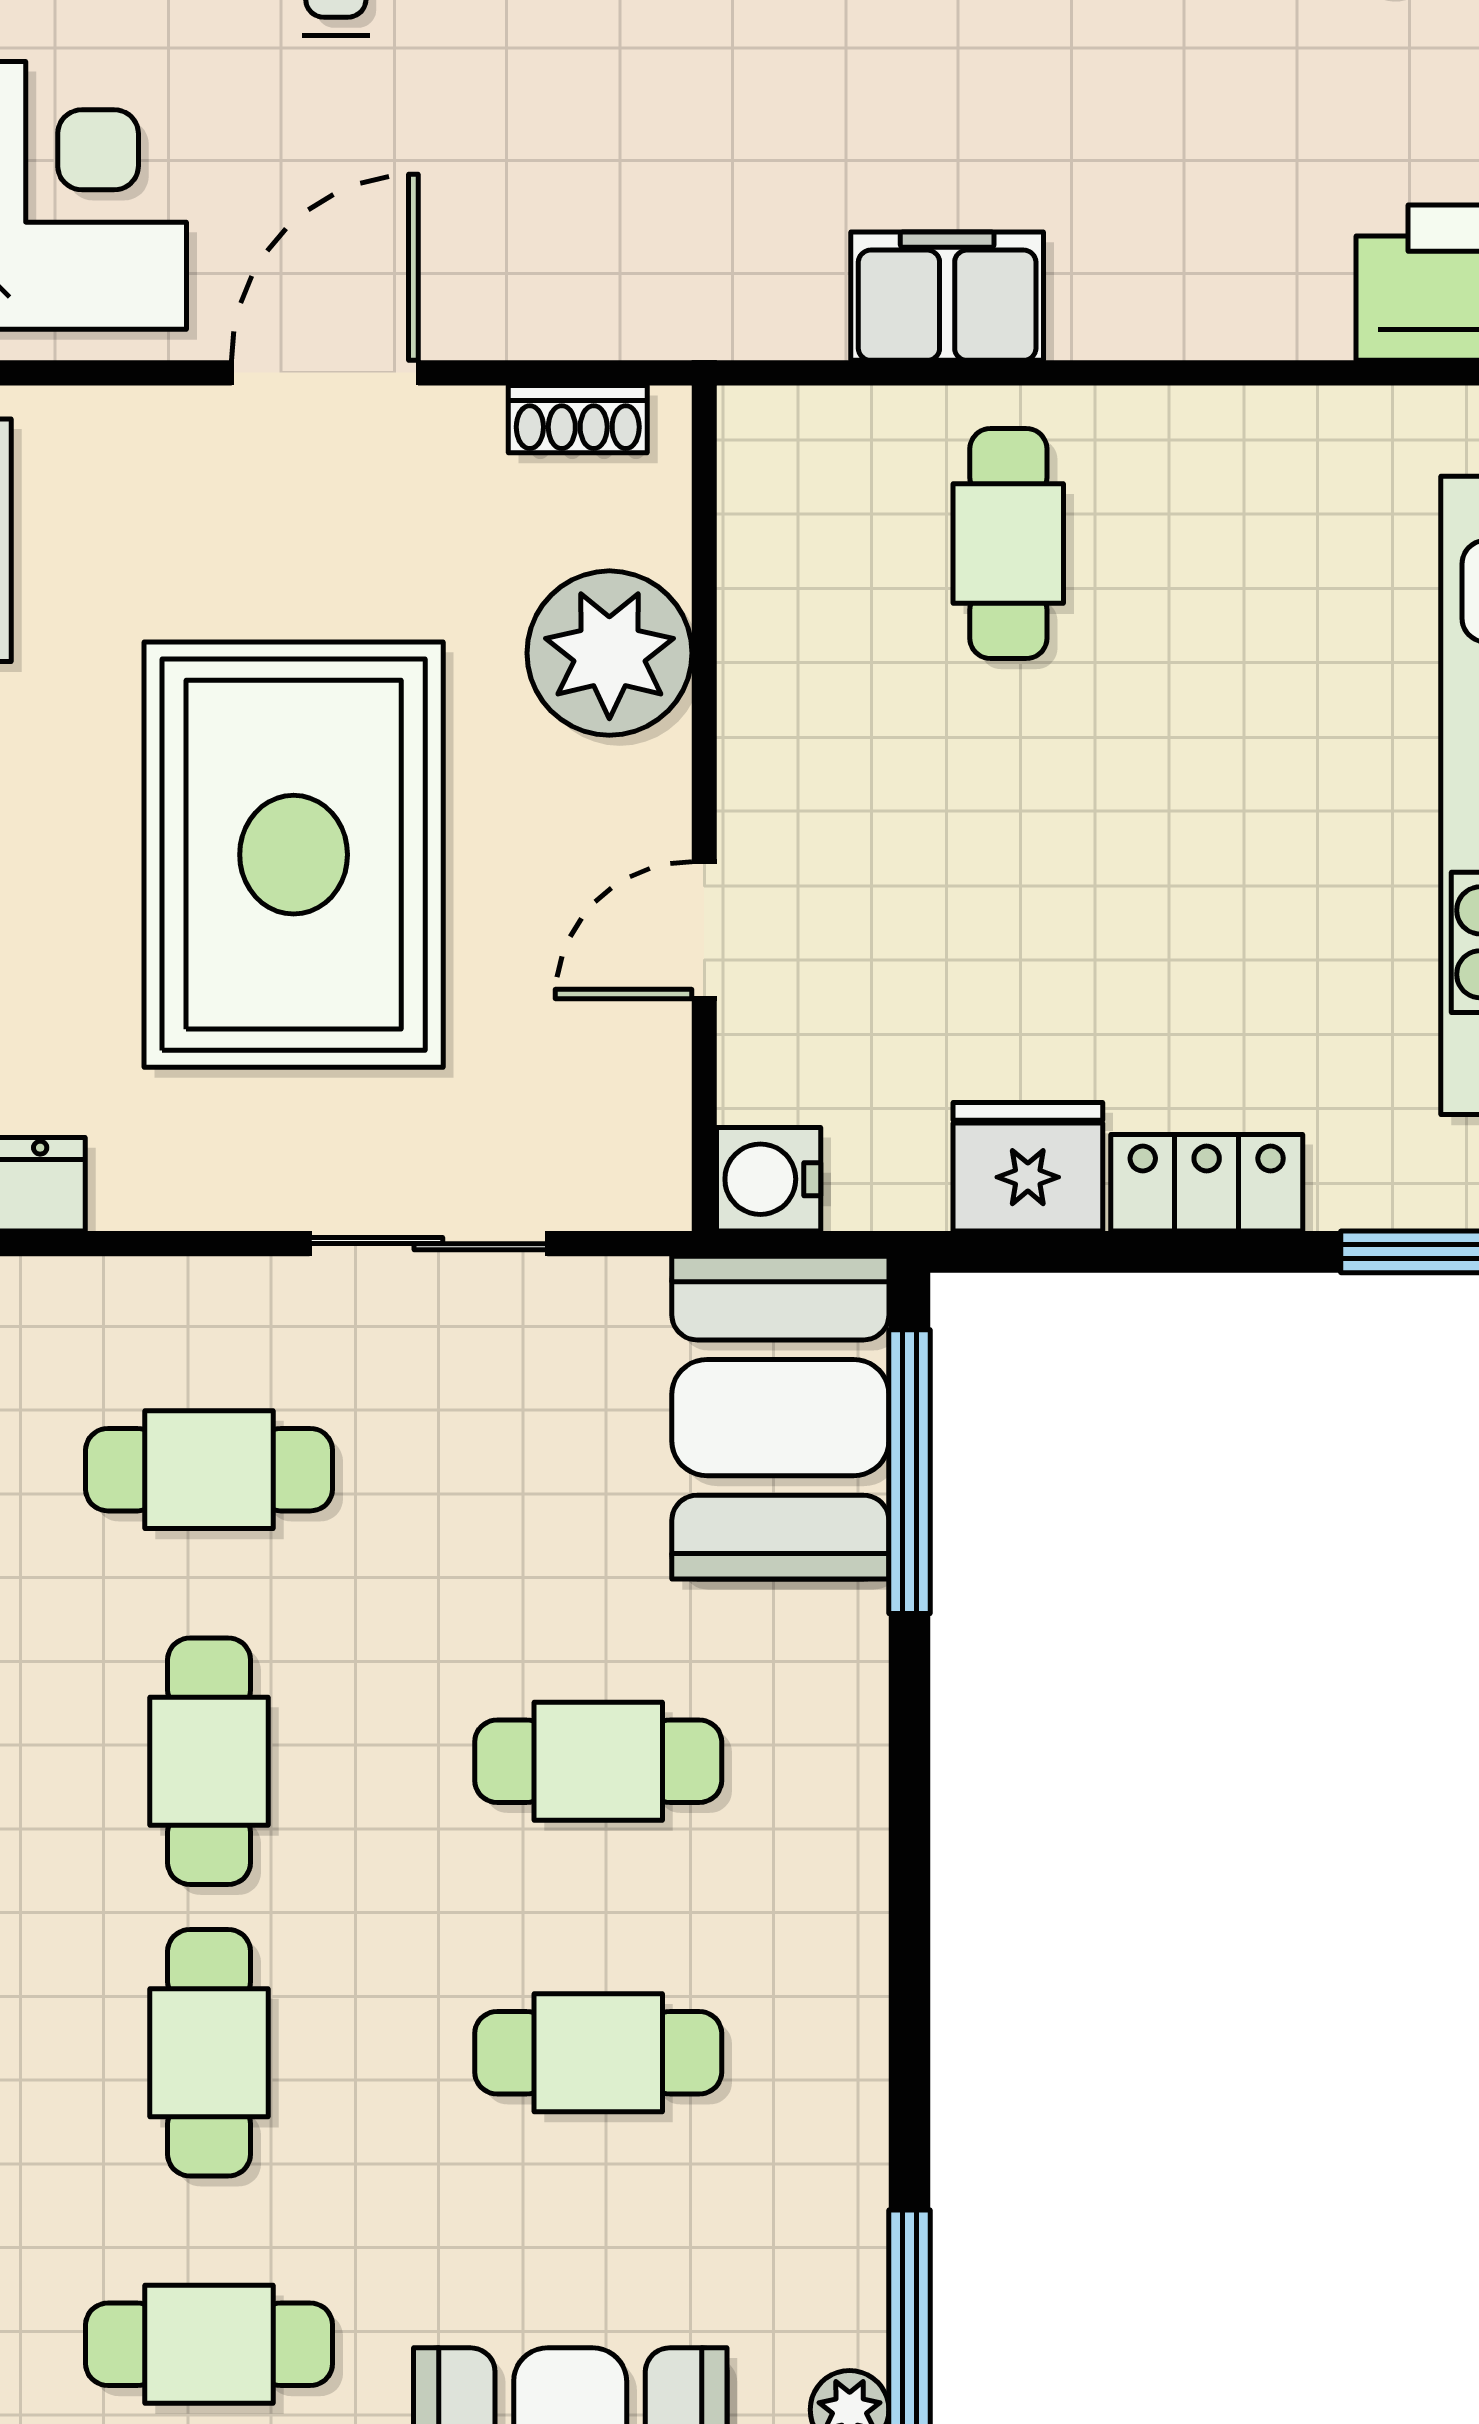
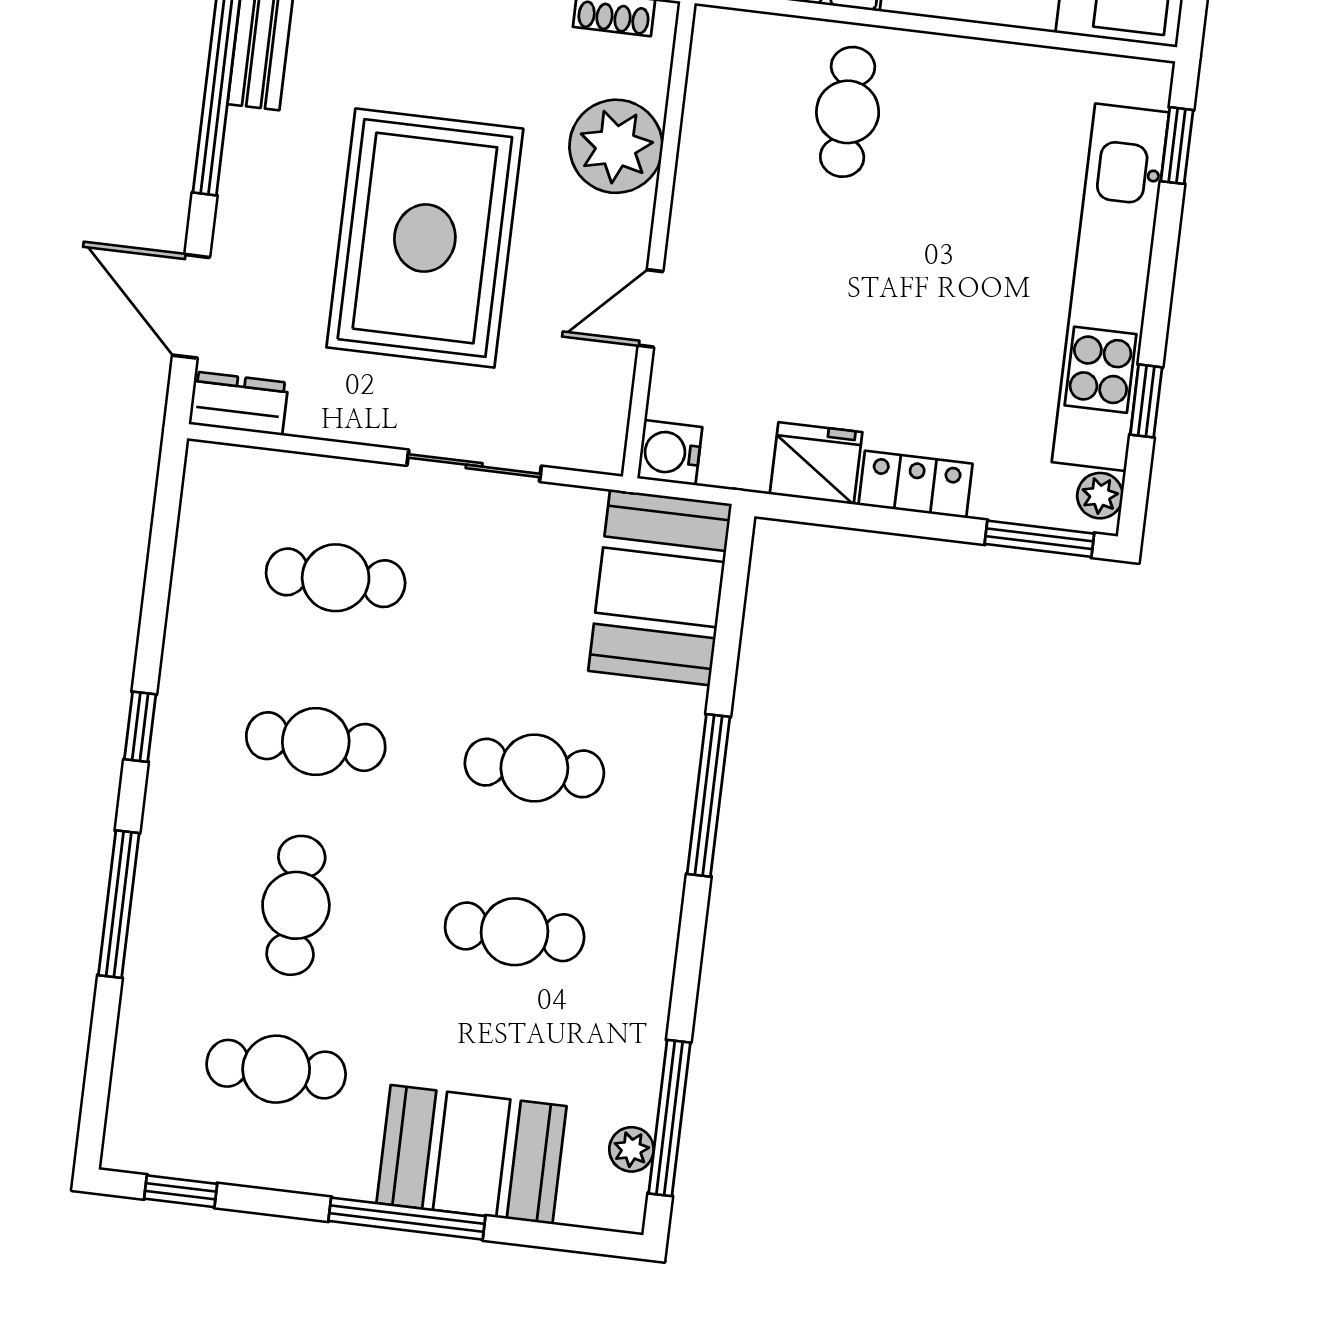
window: (909, 1472) -> (708, 795), moved
cafe table: (209, 1761) -> (316, 742), turned 90

